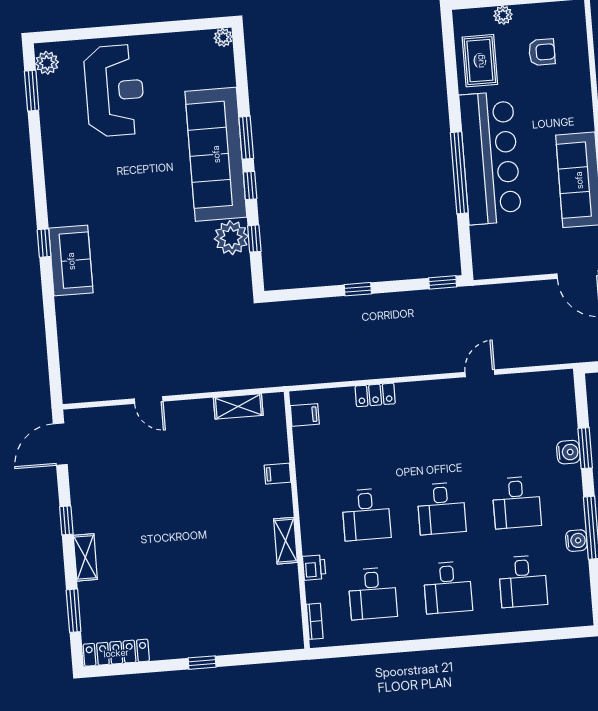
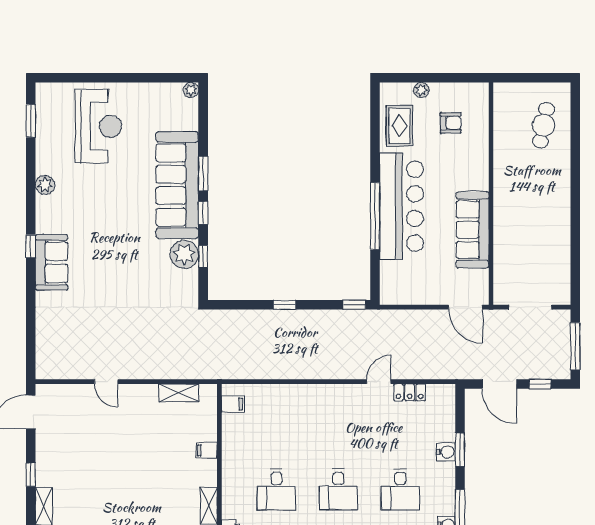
plant: (47, 63) -> (45, 185), moved
locker: (375, 395) -> (410, 392), moved

